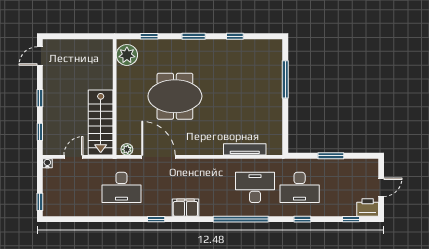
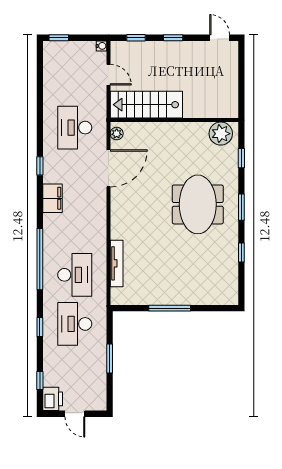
window: (285, 79) -> (170, 308), moved
meeting table: (175, 96) -> (198, 204), moved

